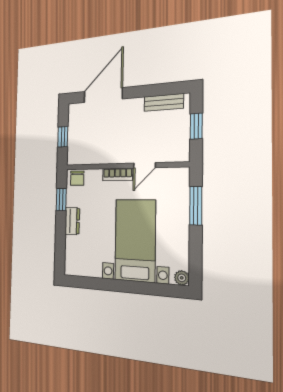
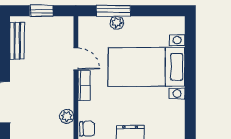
plant: (89, 158) -> (67, 116), added
plant: (182, 278) -> (117, 23), moved

